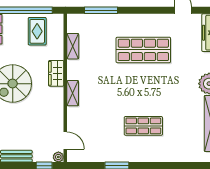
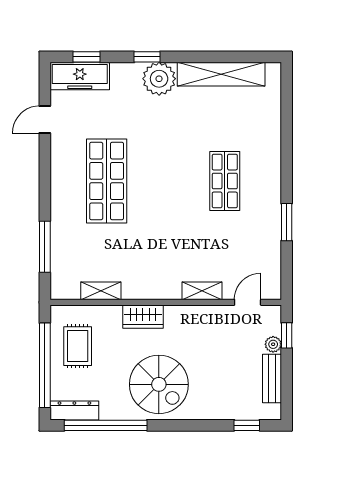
rug: (37, 31) -> (78, 346), turned 90
shelving: (73, 93) -> (202, 291), moved
plant: (58, 157) -> (273, 344), moved

